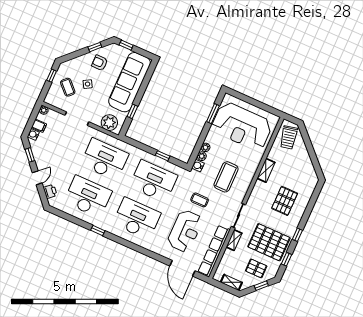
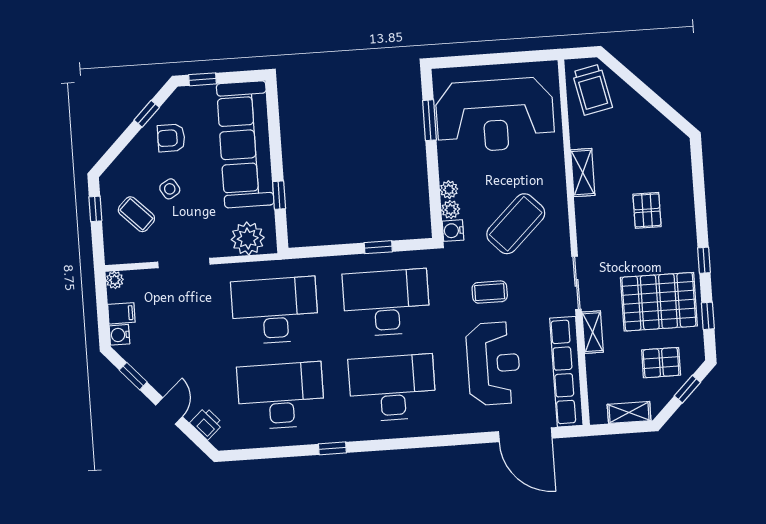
coffee table: (226, 177) -> (516, 224), turned 46
pallet: (285, 201) -> (647, 210), width x0.67, depth x0.71

